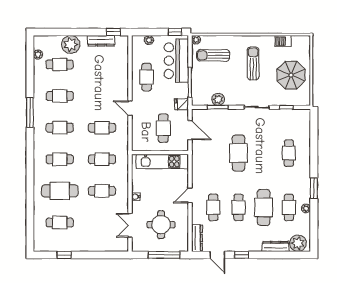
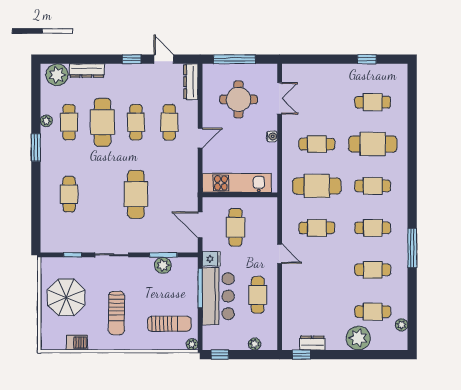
dresser: (101, 41) -> (312, 343), width x0.70
bar counter: (176, 61) -> (218, 296), moved
cafe table: (102, 159) -> (317, 186), width x1.37, depth x1.35

